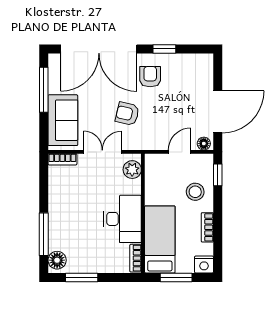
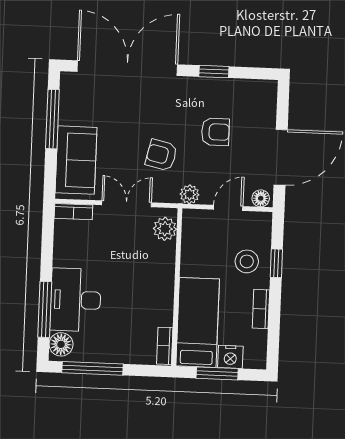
double door: (99, 49) -> (127, 68), swing flipped
armchair: (150, 77) -> (215, 132), moved, turned 90
plant: (150, 143) -> (190, 194), added
window: (218, 175) -> (276, 263), moved
desk: (123, 219) -> (76, 300), moved, turned 180
nightstand: (204, 265) -> (230, 357), moved
window: (82, 277) -> (93, 368), width x1.44

